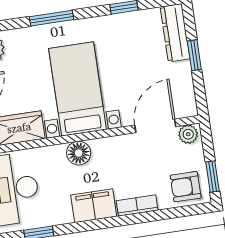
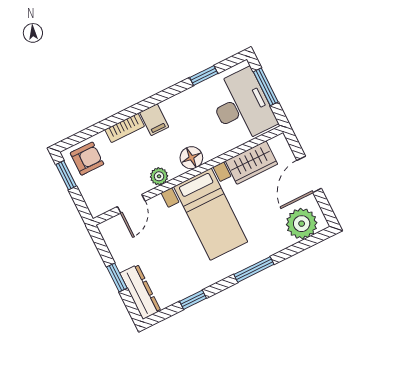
door: (155, 126) -> (131, 204), width x0.73
plant: (188, 134) -> (159, 176), moved
filing cabinet: (94, 206) -> (154, 120), width x0.50

